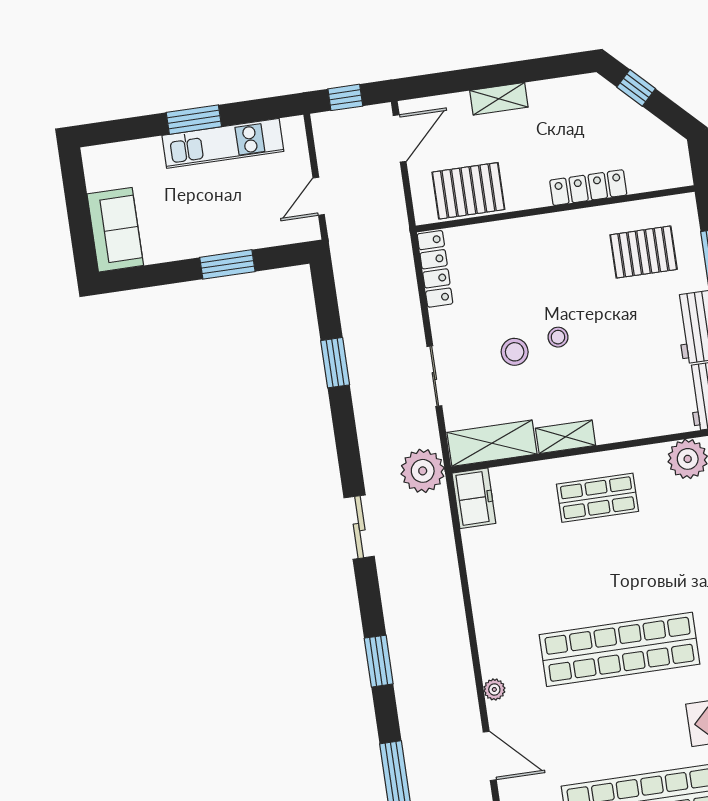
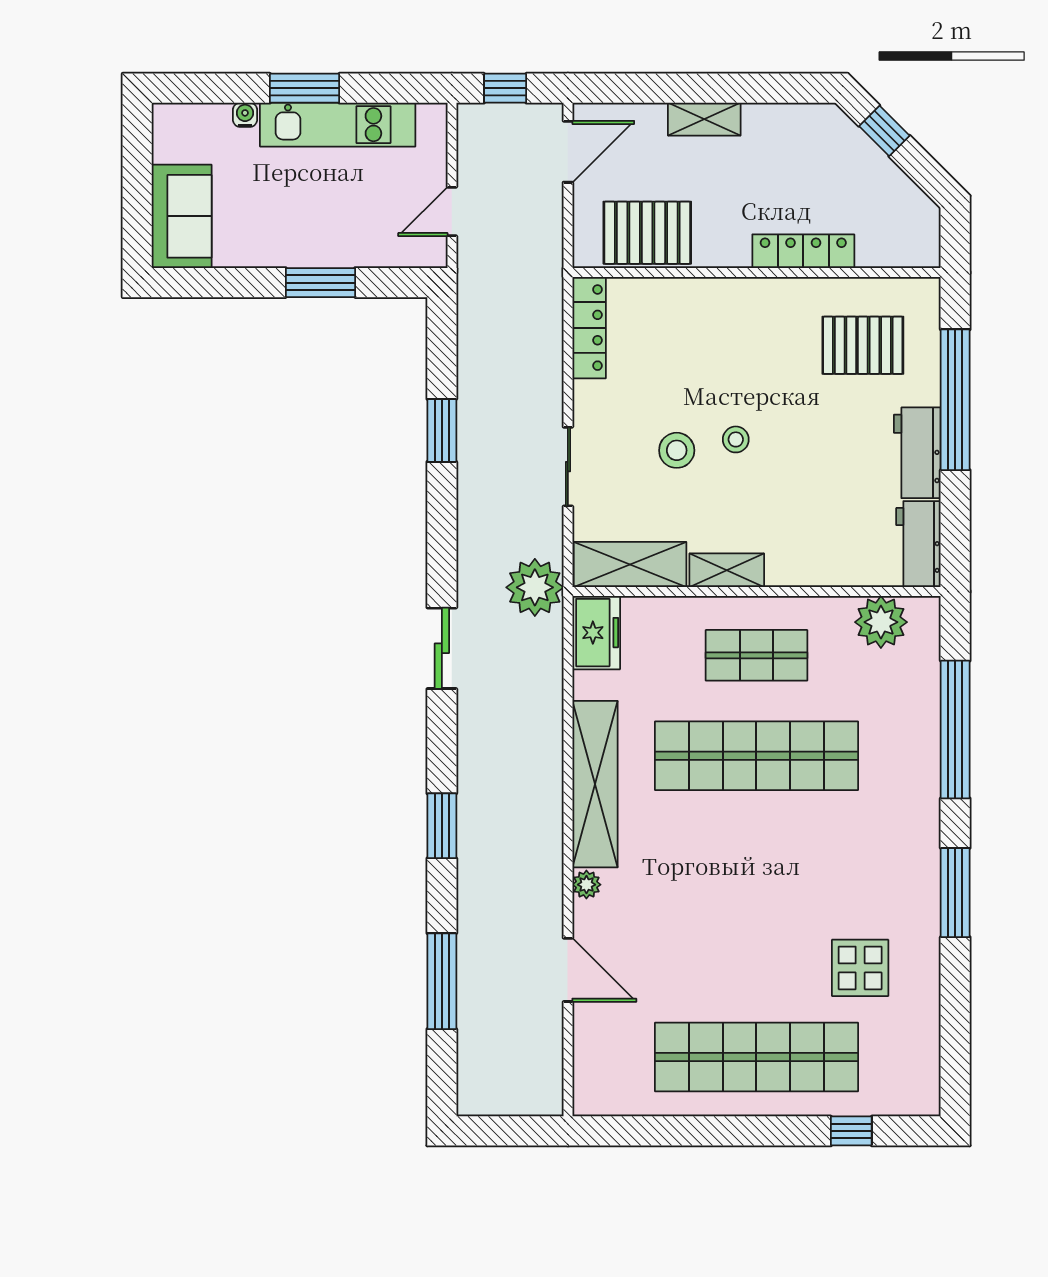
water cooler: (152, 146) -> (245, 115), added
shelving: (490, 613) -> (595, 784), added
shop shelf: (620, 649) -> (756, 756), moved

